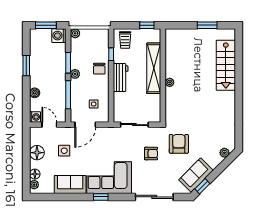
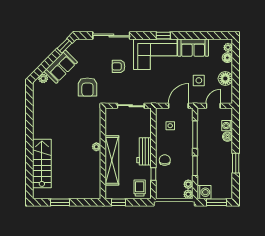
plant: (75, 74) -> (188, 184), moved
washing machine: (35, 117) -> (227, 126), moved
door: (49, 125) -> (213, 106), swing flipped
armchair: (151, 154) -> (118, 66), moved
sofa: (196, 175) -> (61, 67), moved

